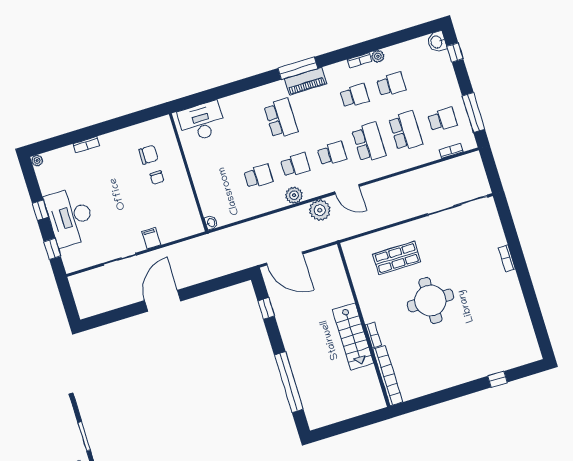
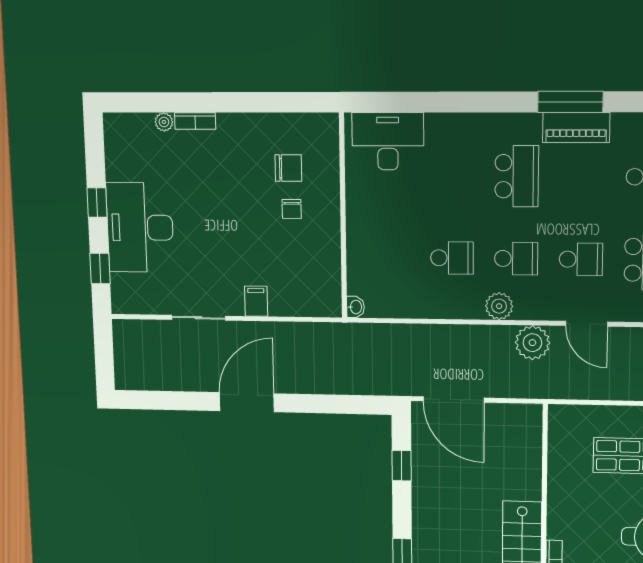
plant: (37, 161) -> (164, 122), moved

